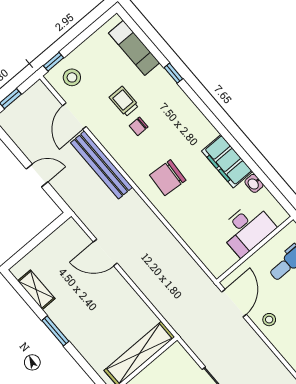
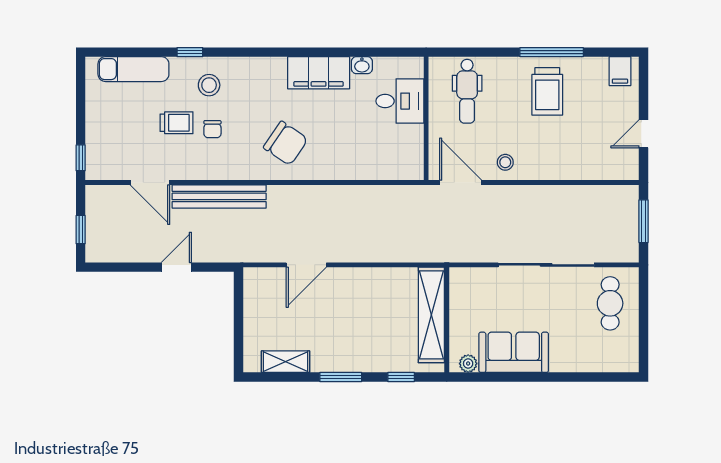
stool: (72, 77) -> (209, 85), moved
trolley: (124, 101) -> (177, 123), turned 180
chair: (168, 178) -> (286, 143), turned -60
desk: (247, 229) -> (400, 101), width x0.73
window: (86, 367) -> (401, 377), added

